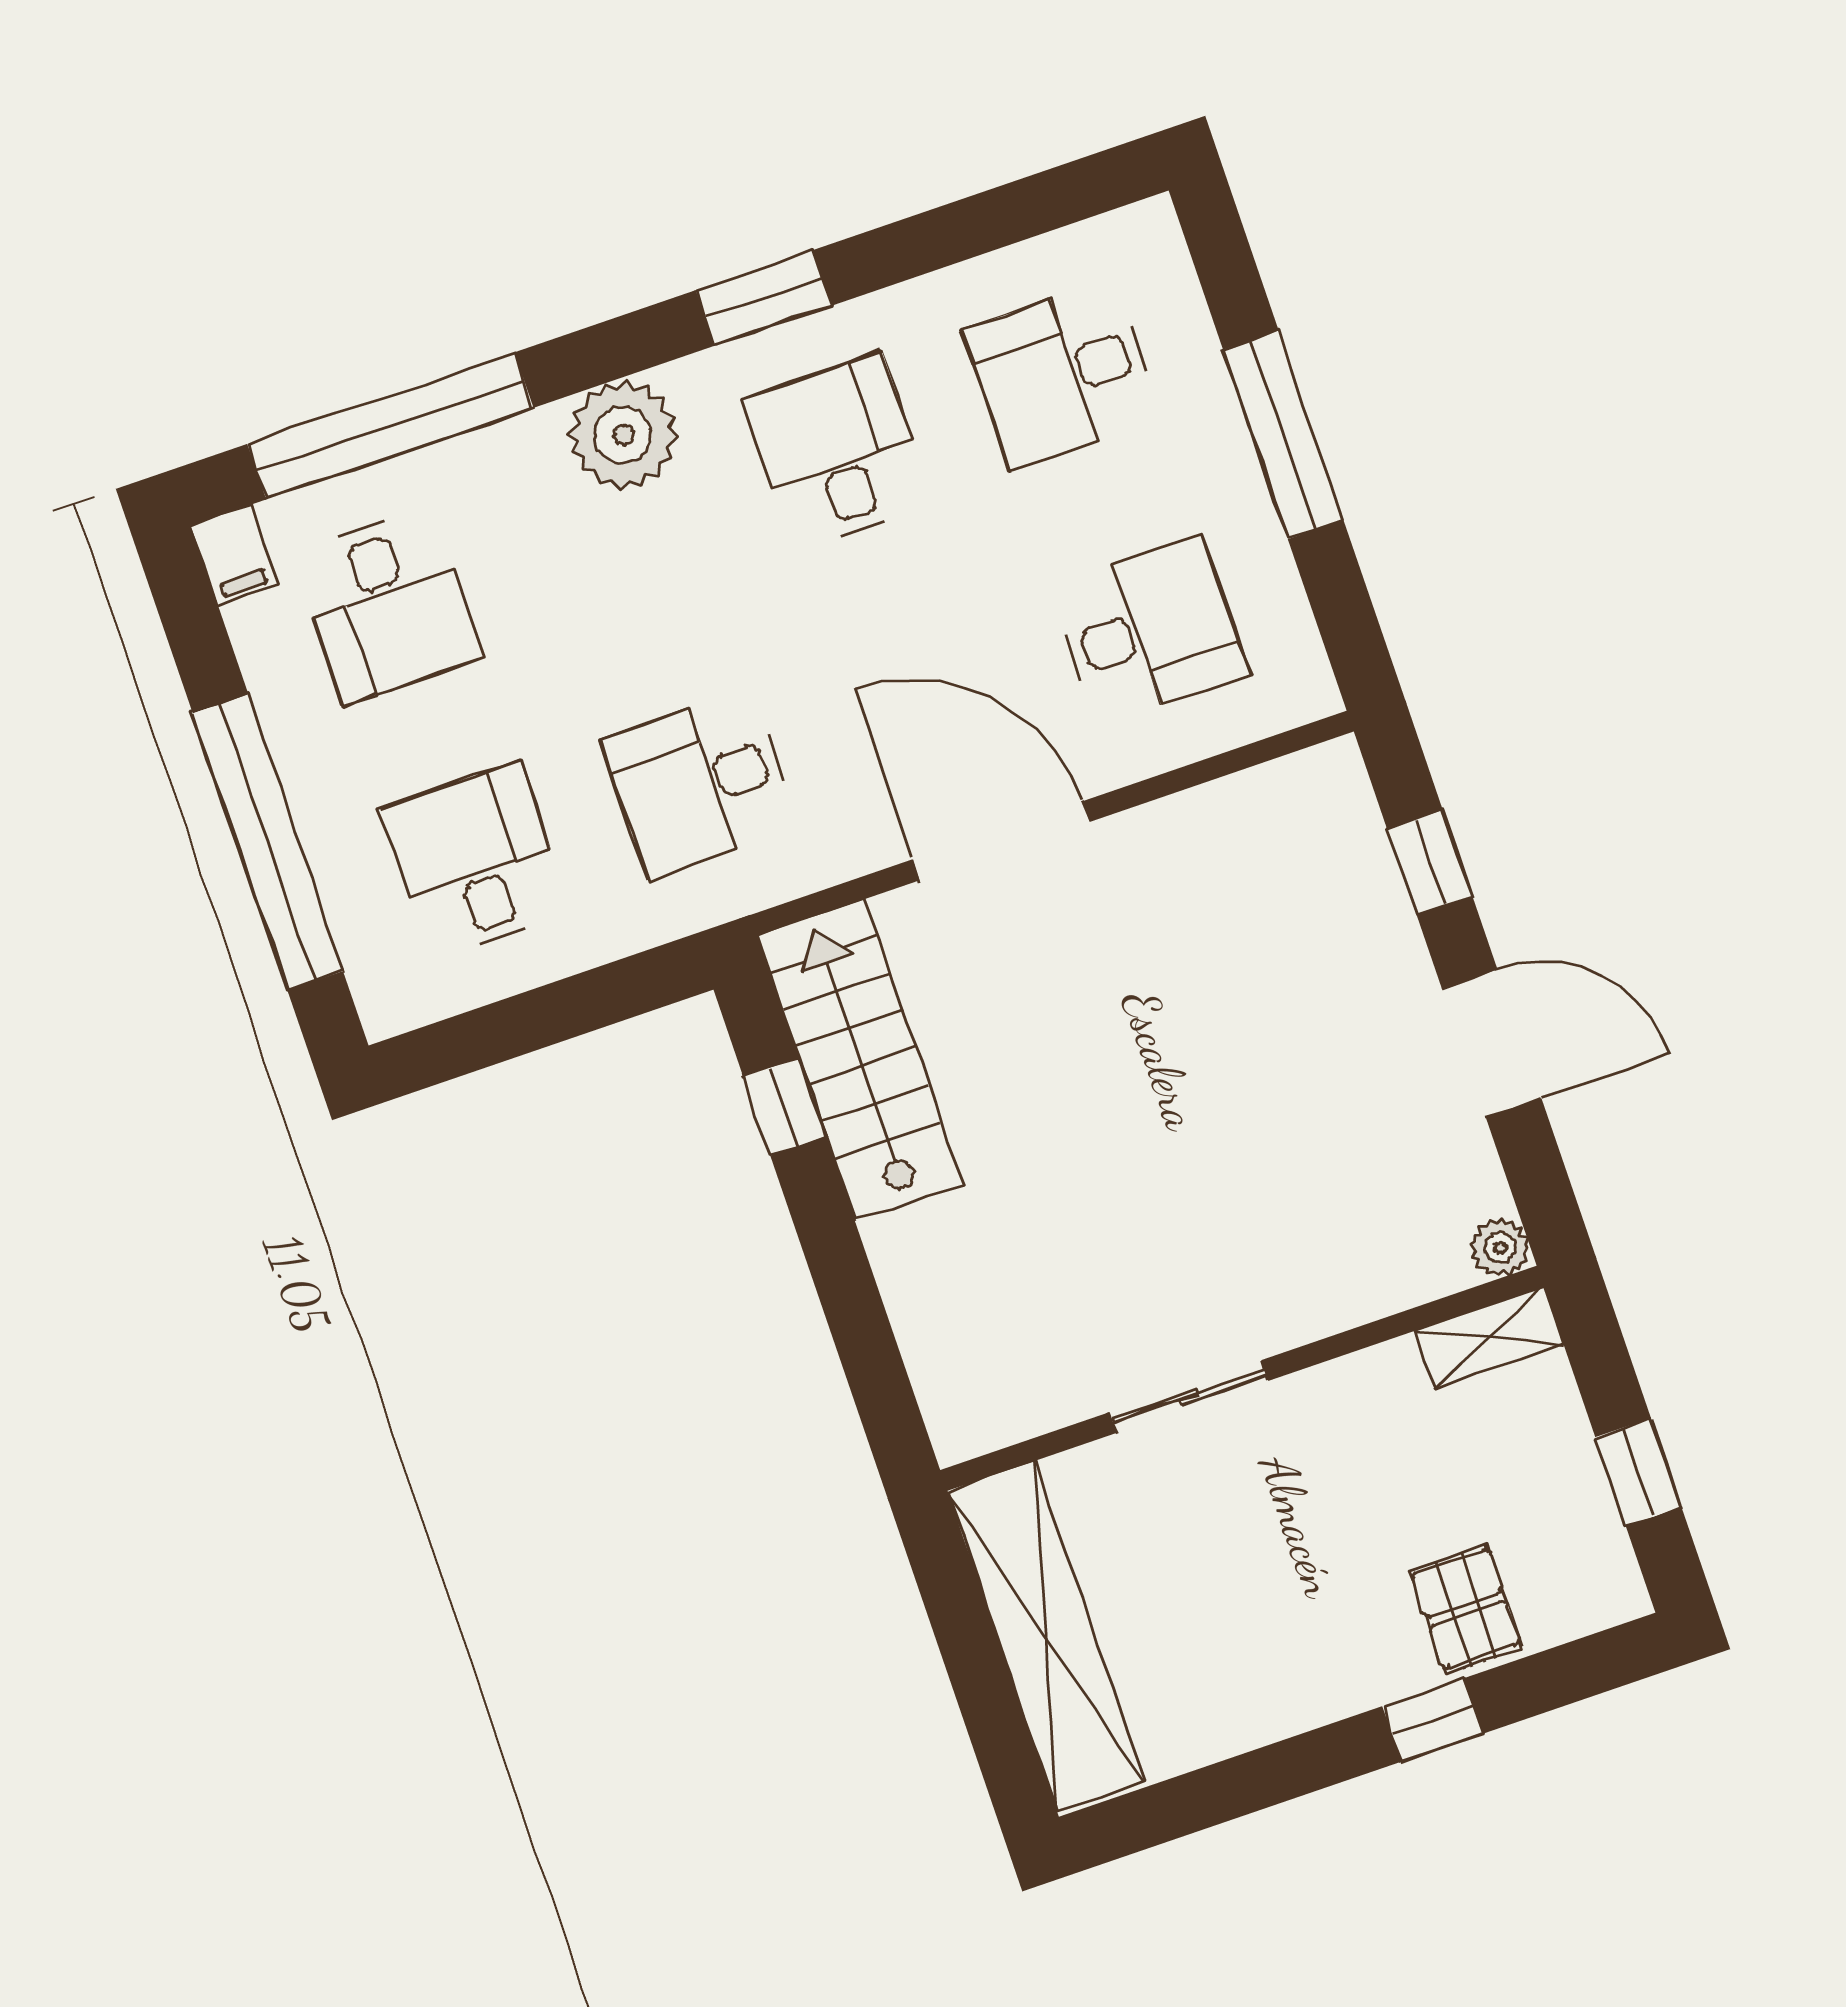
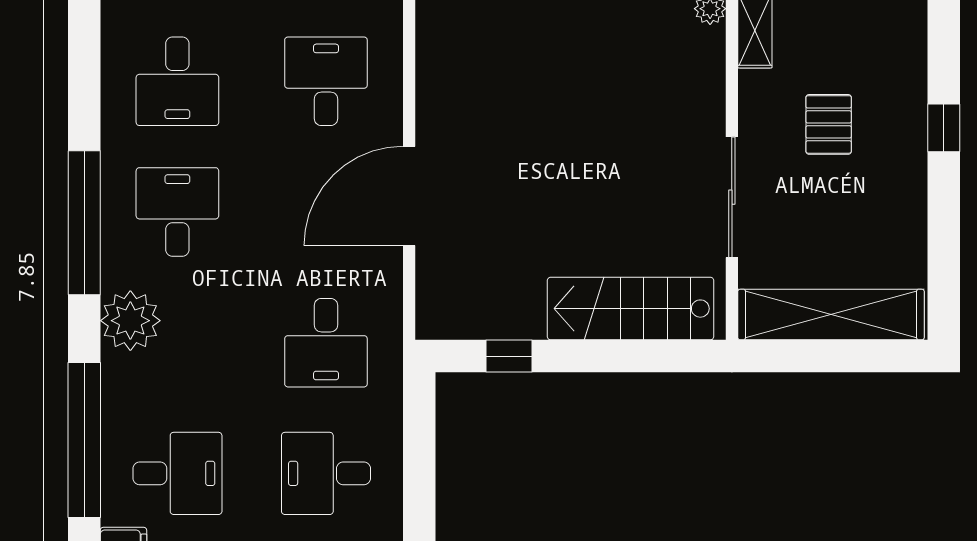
window: (764, 298) -> (84, 223), width x2.11
desk: (837, 452) -> (177, 212), turned 90
stairs: (860, 1060) -> (631, 309), moved
sliding door: (1189, 1396) -> (732, 197), width x1.37
pallet: (1466, 1609) -> (829, 124), moved, turned 90

